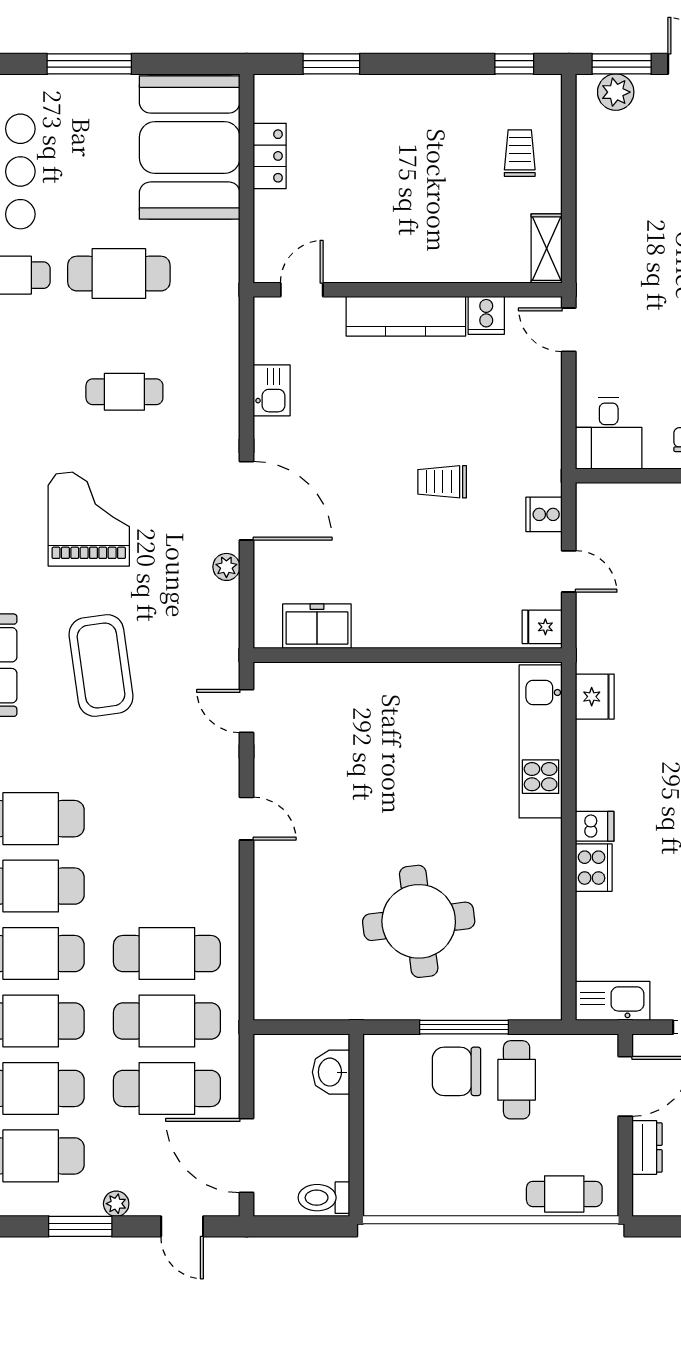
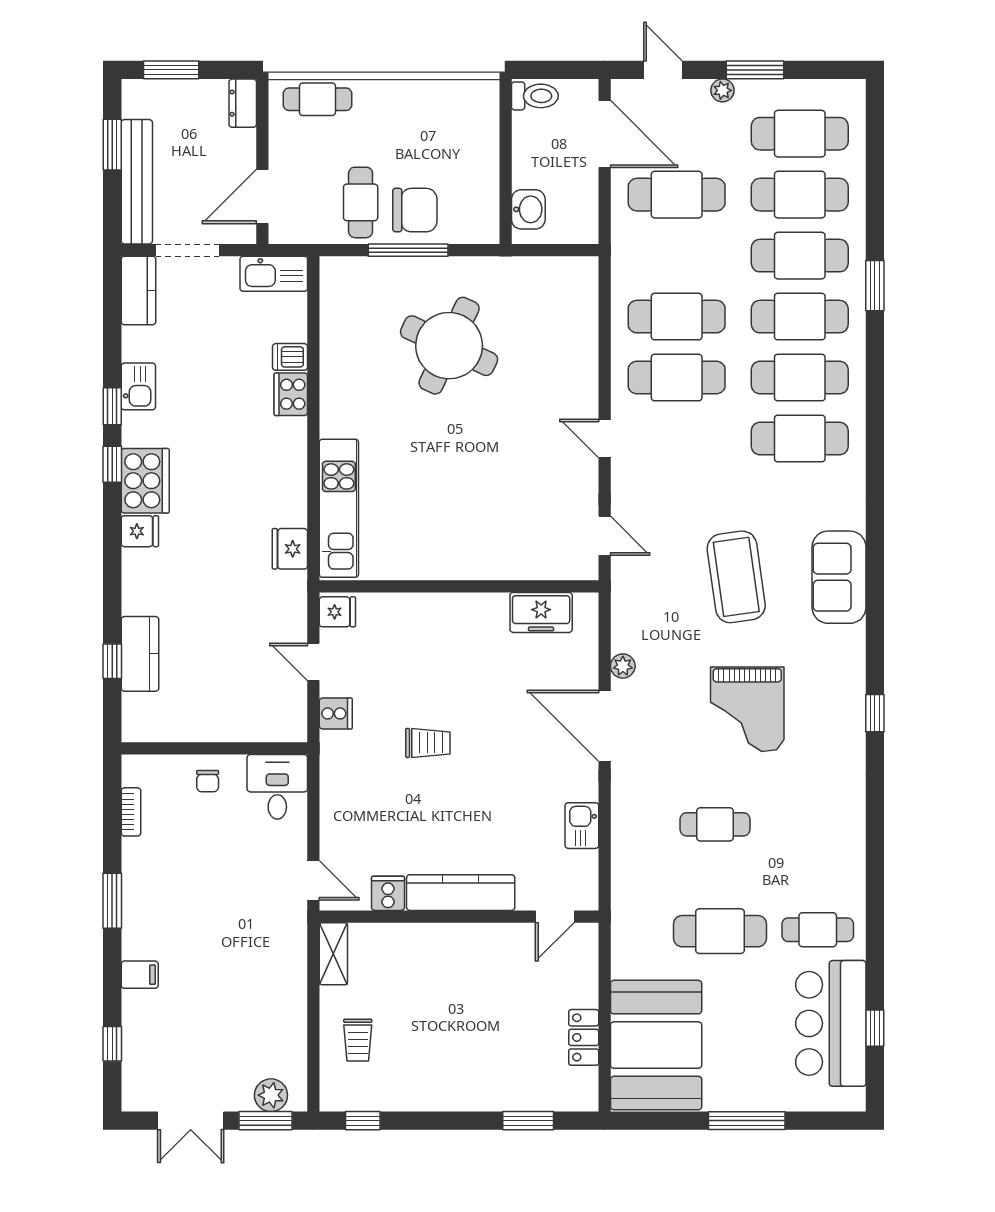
dishwasher: (595, 826) -> (290, 357), moved
round table: (419, 921) -> (449, 346), turned 32
cafe table: (167, 1021) -> (677, 378), moved
dresser: (647, 1148) -> (243, 103), moved

